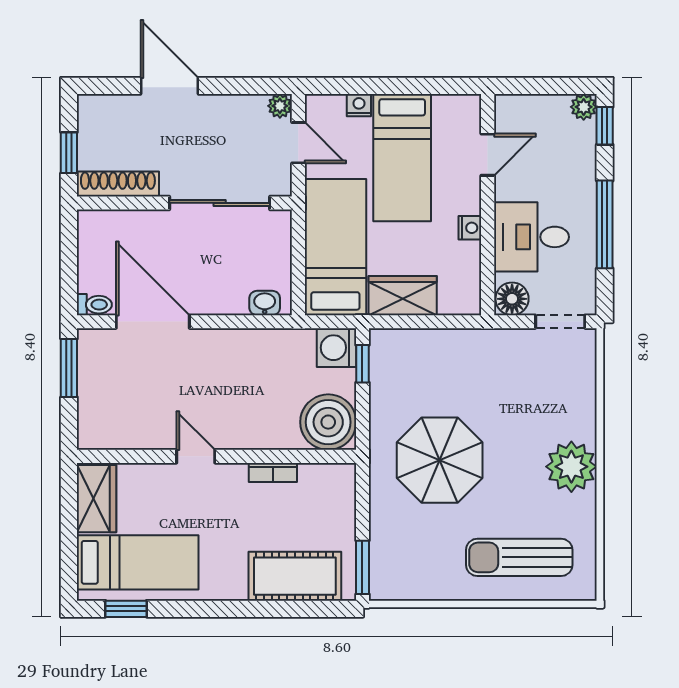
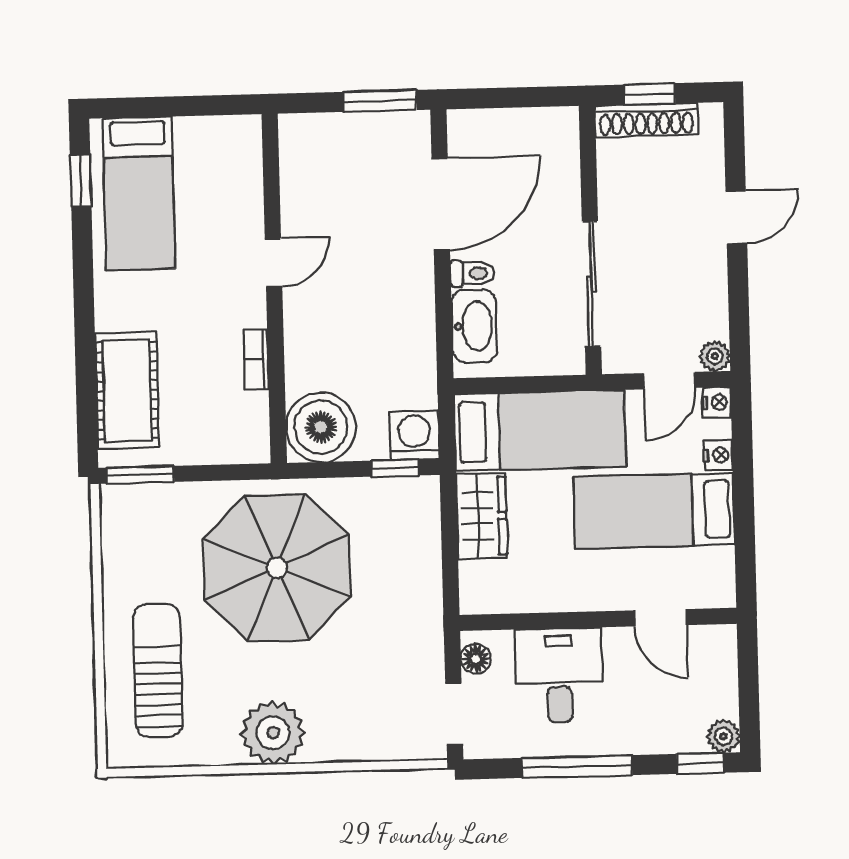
door: (170, 86) -> (736, 218), width x0.73
shoe rack: (118, 184) -> (646, 120), moved, turned 90
nightstand: (470, 228) -> (717, 402), moved, turned -90
floor lamp: (512, 299) -> (476, 659), width x0.73, depth x0.73
washbasin: (265, 303) -> (474, 326), width x1.91, depth x1.45
toilet: (94, 305) -> (472, 273), moved, turned -90
parasol: (440, 460) -> (277, 568), width x1.36, depth x1.36
wardrobe: (97, 499) -> (217, 140), removed

